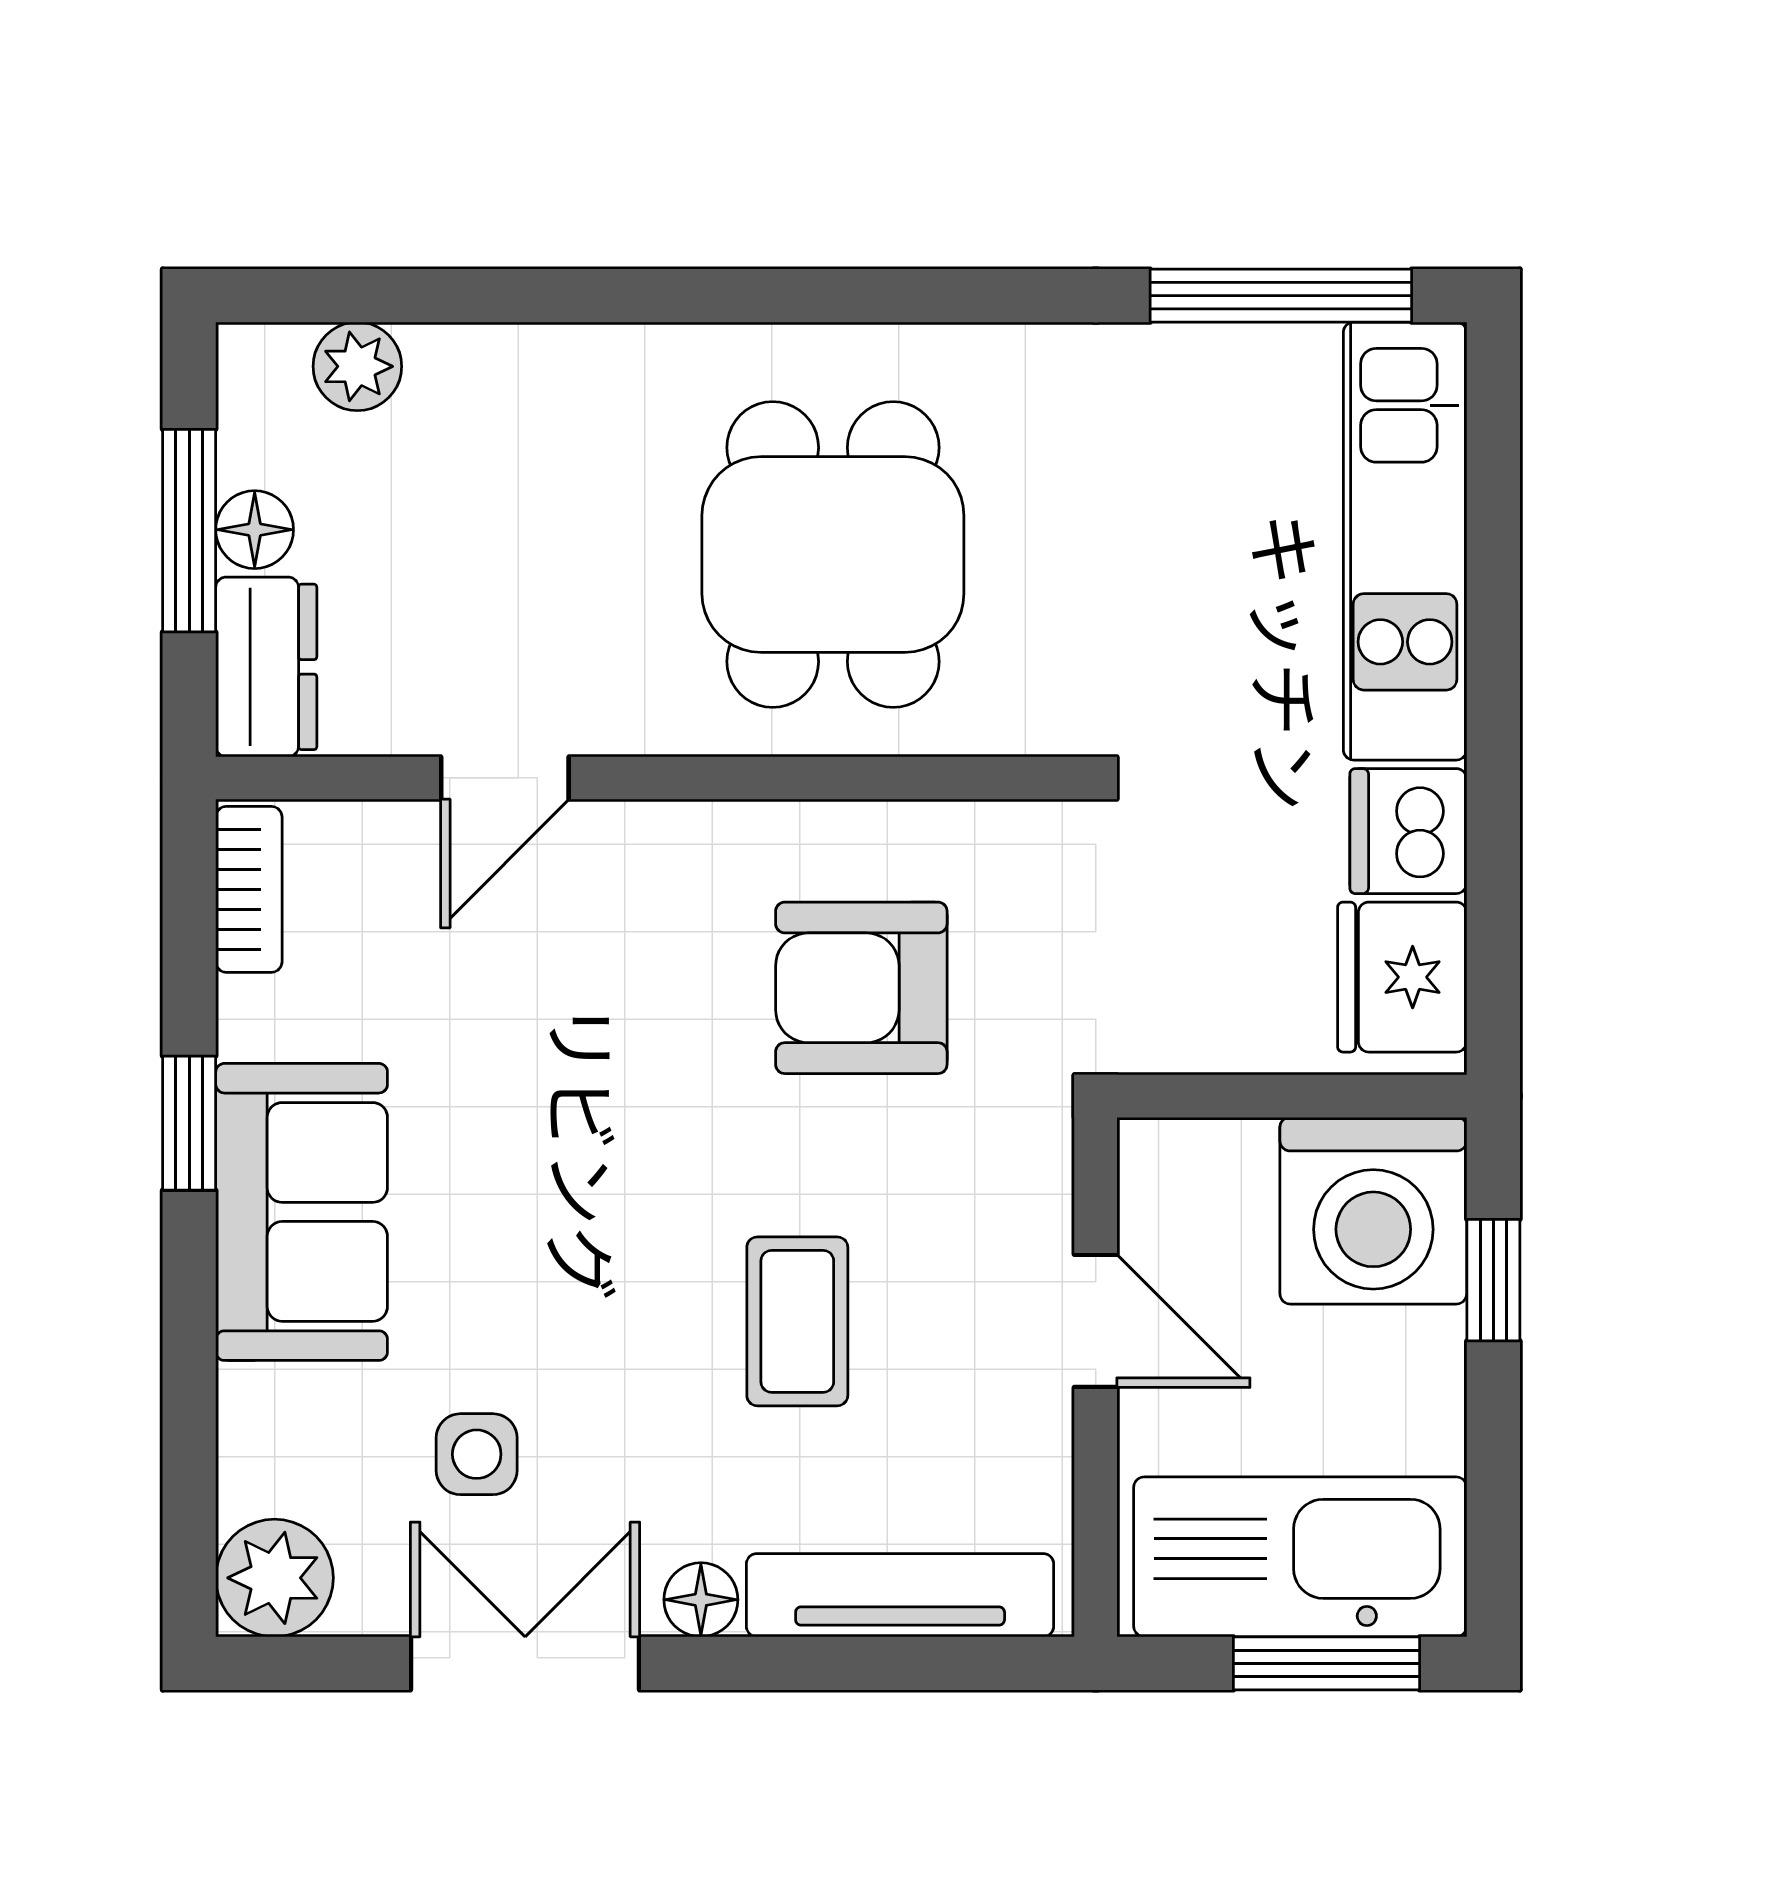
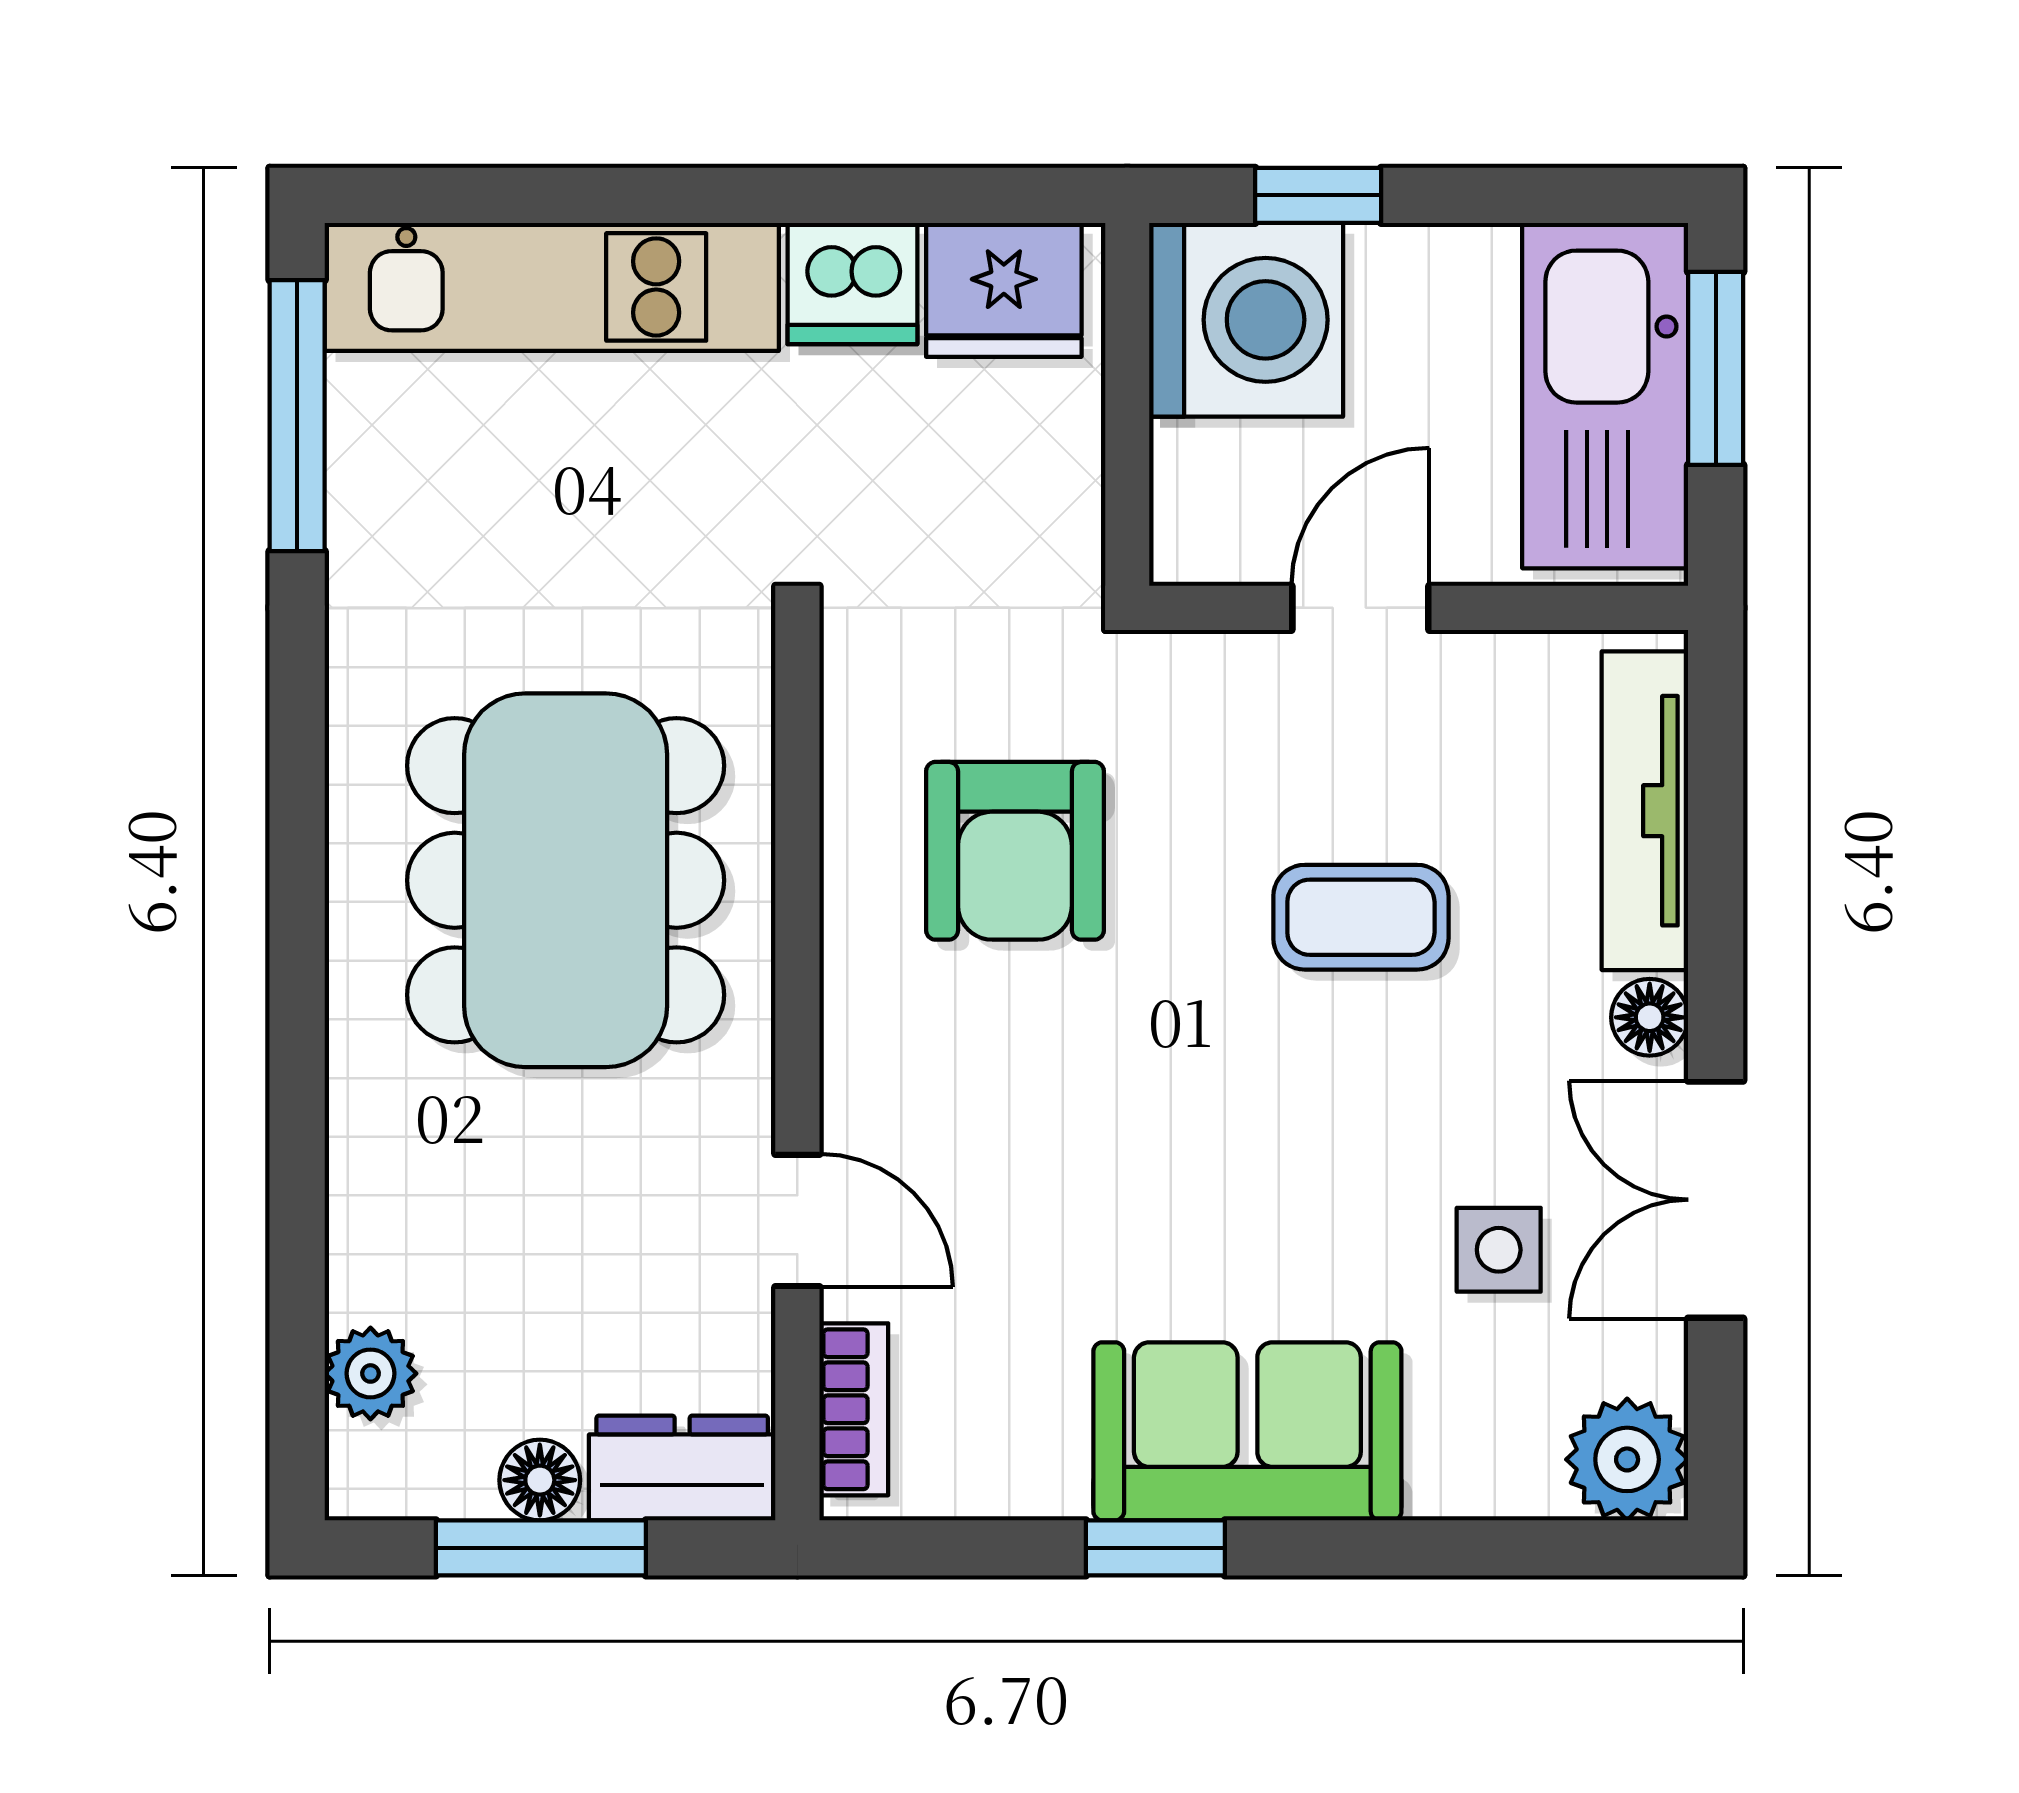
dining table: (833, 555) -> (566, 880), width x1.38
bookcase: (249, 889) -> (854, 1409), moved, turned 90

